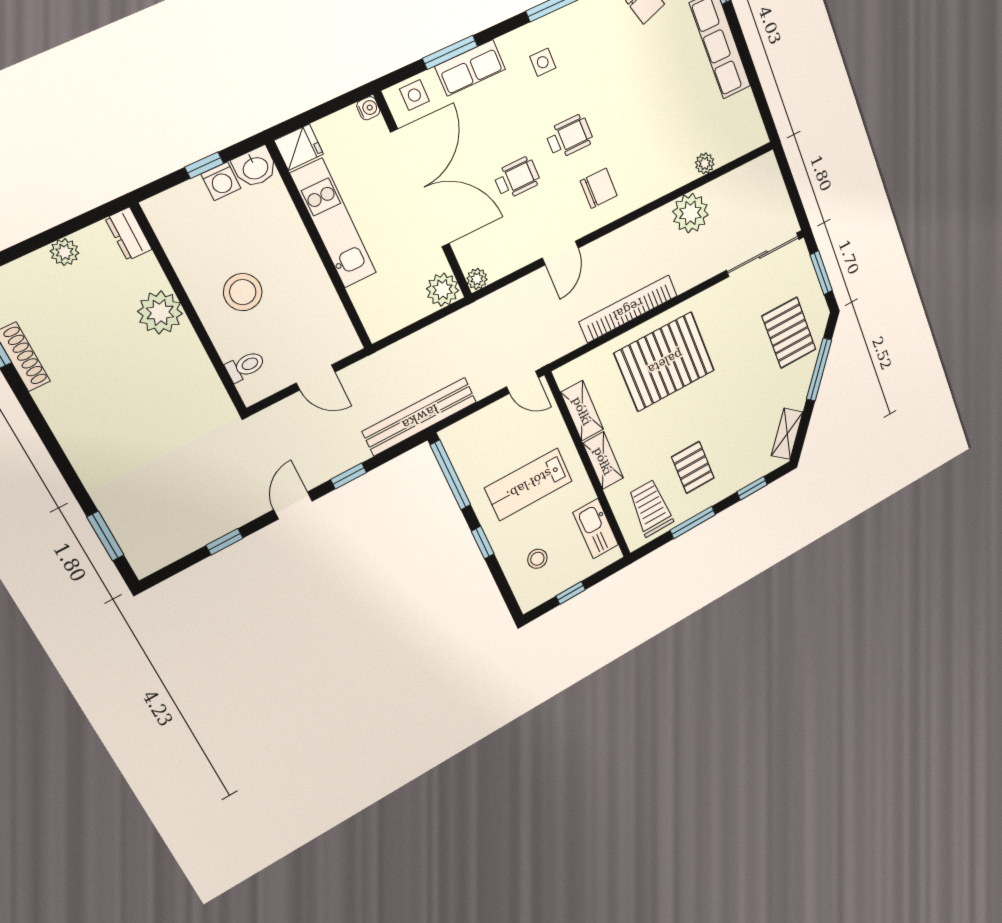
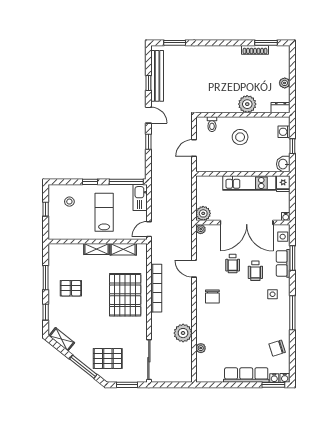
wheelchair: (569, 137) -> (255, 271), moved
washing machine: (221, 181) -> (284, 132), moved
bench: (420, 417) -> (157, 76), moved
trolley: (651, 508) -> (63, 261), removed
kitchen sink: (596, 529) -> (140, 197), moved, turned -90

